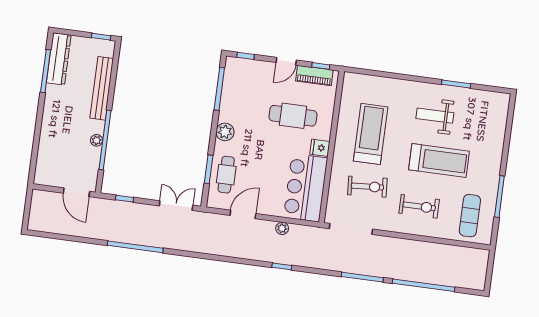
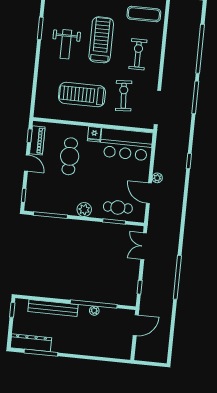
plant: (282, 228) -> (157, 178), moved

